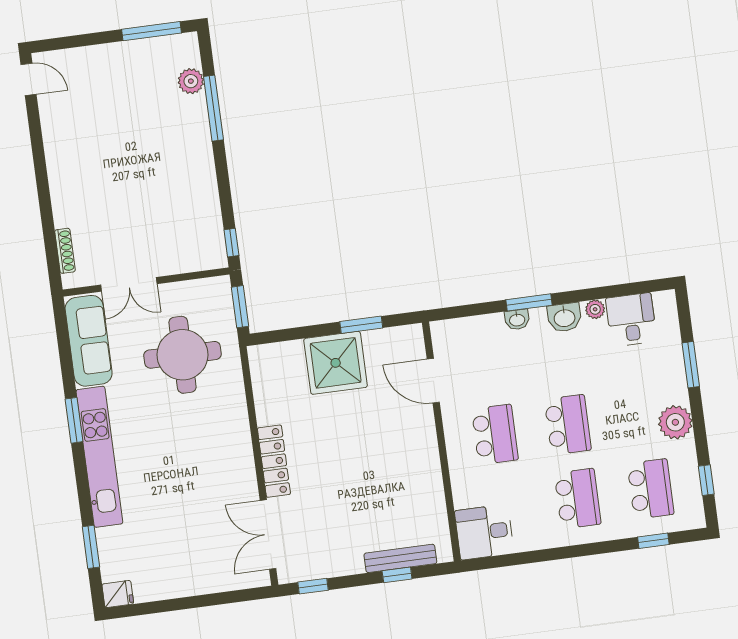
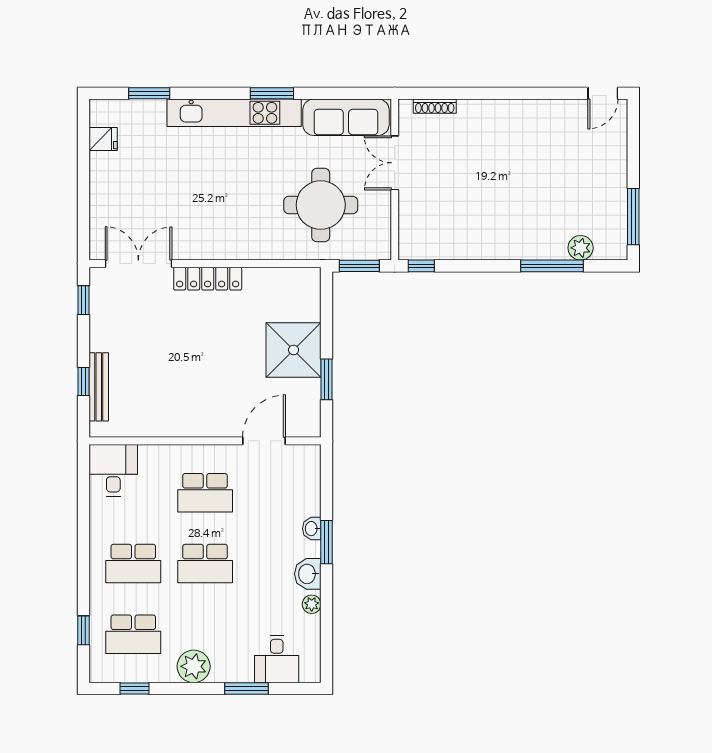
desk: (631, 320) -> (277, 659), moved, turned 90
fridge: (118, 594) -> (103, 139), moved, turned -90

